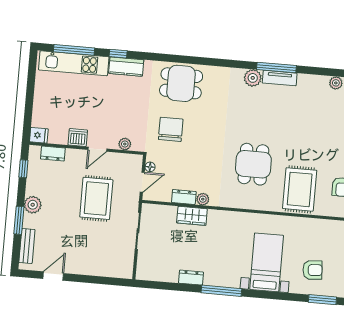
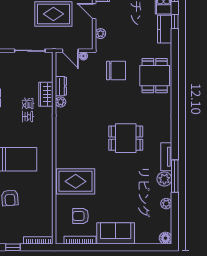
window: (276, 67) -> (175, 176), moved
plant: (253, 78) -> (164, 179), moved
dining table: (253, 164) -> (126, 138), moved

